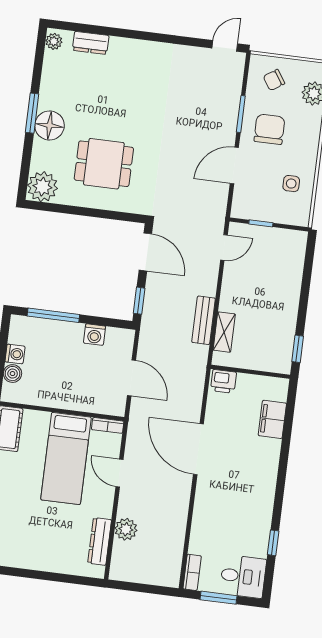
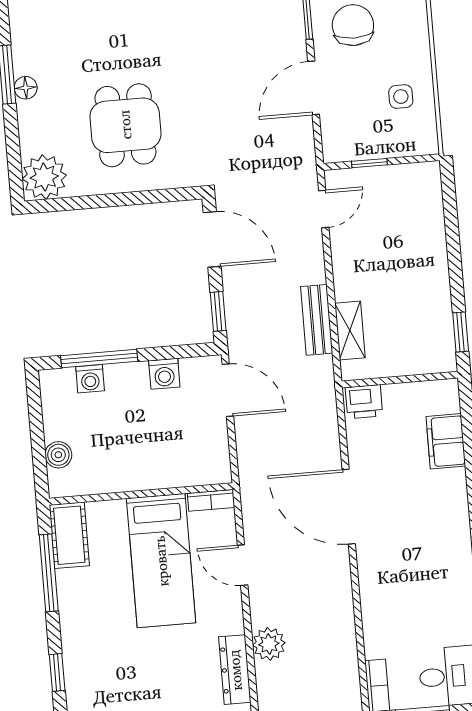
floor lamp: (49, 125) -> (26, 88), width x0.53, depth x0.53
dining table: (104, 164) -> (125, 125), turned 90
washing machine: (15, 354) -> (90, 379), moved, turned 90
door: (132, 378) -> (228, 390), moved

